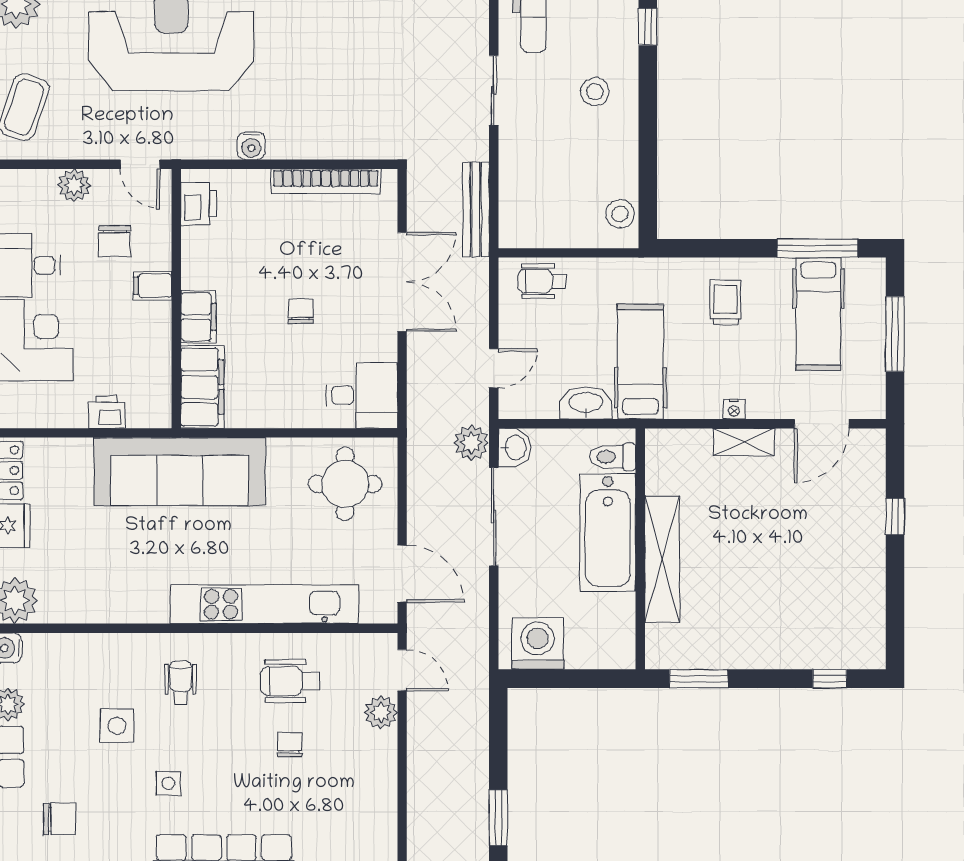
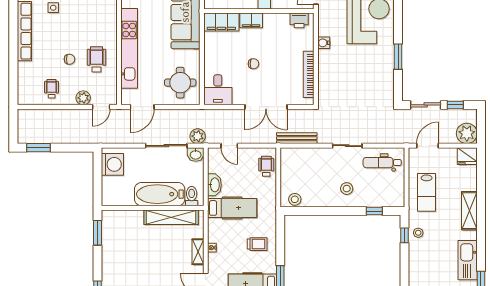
shelving: (662, 559) -> (171, 217), moved
wheelchair: (181, 683) -> (52, 89), moved, turned -90

